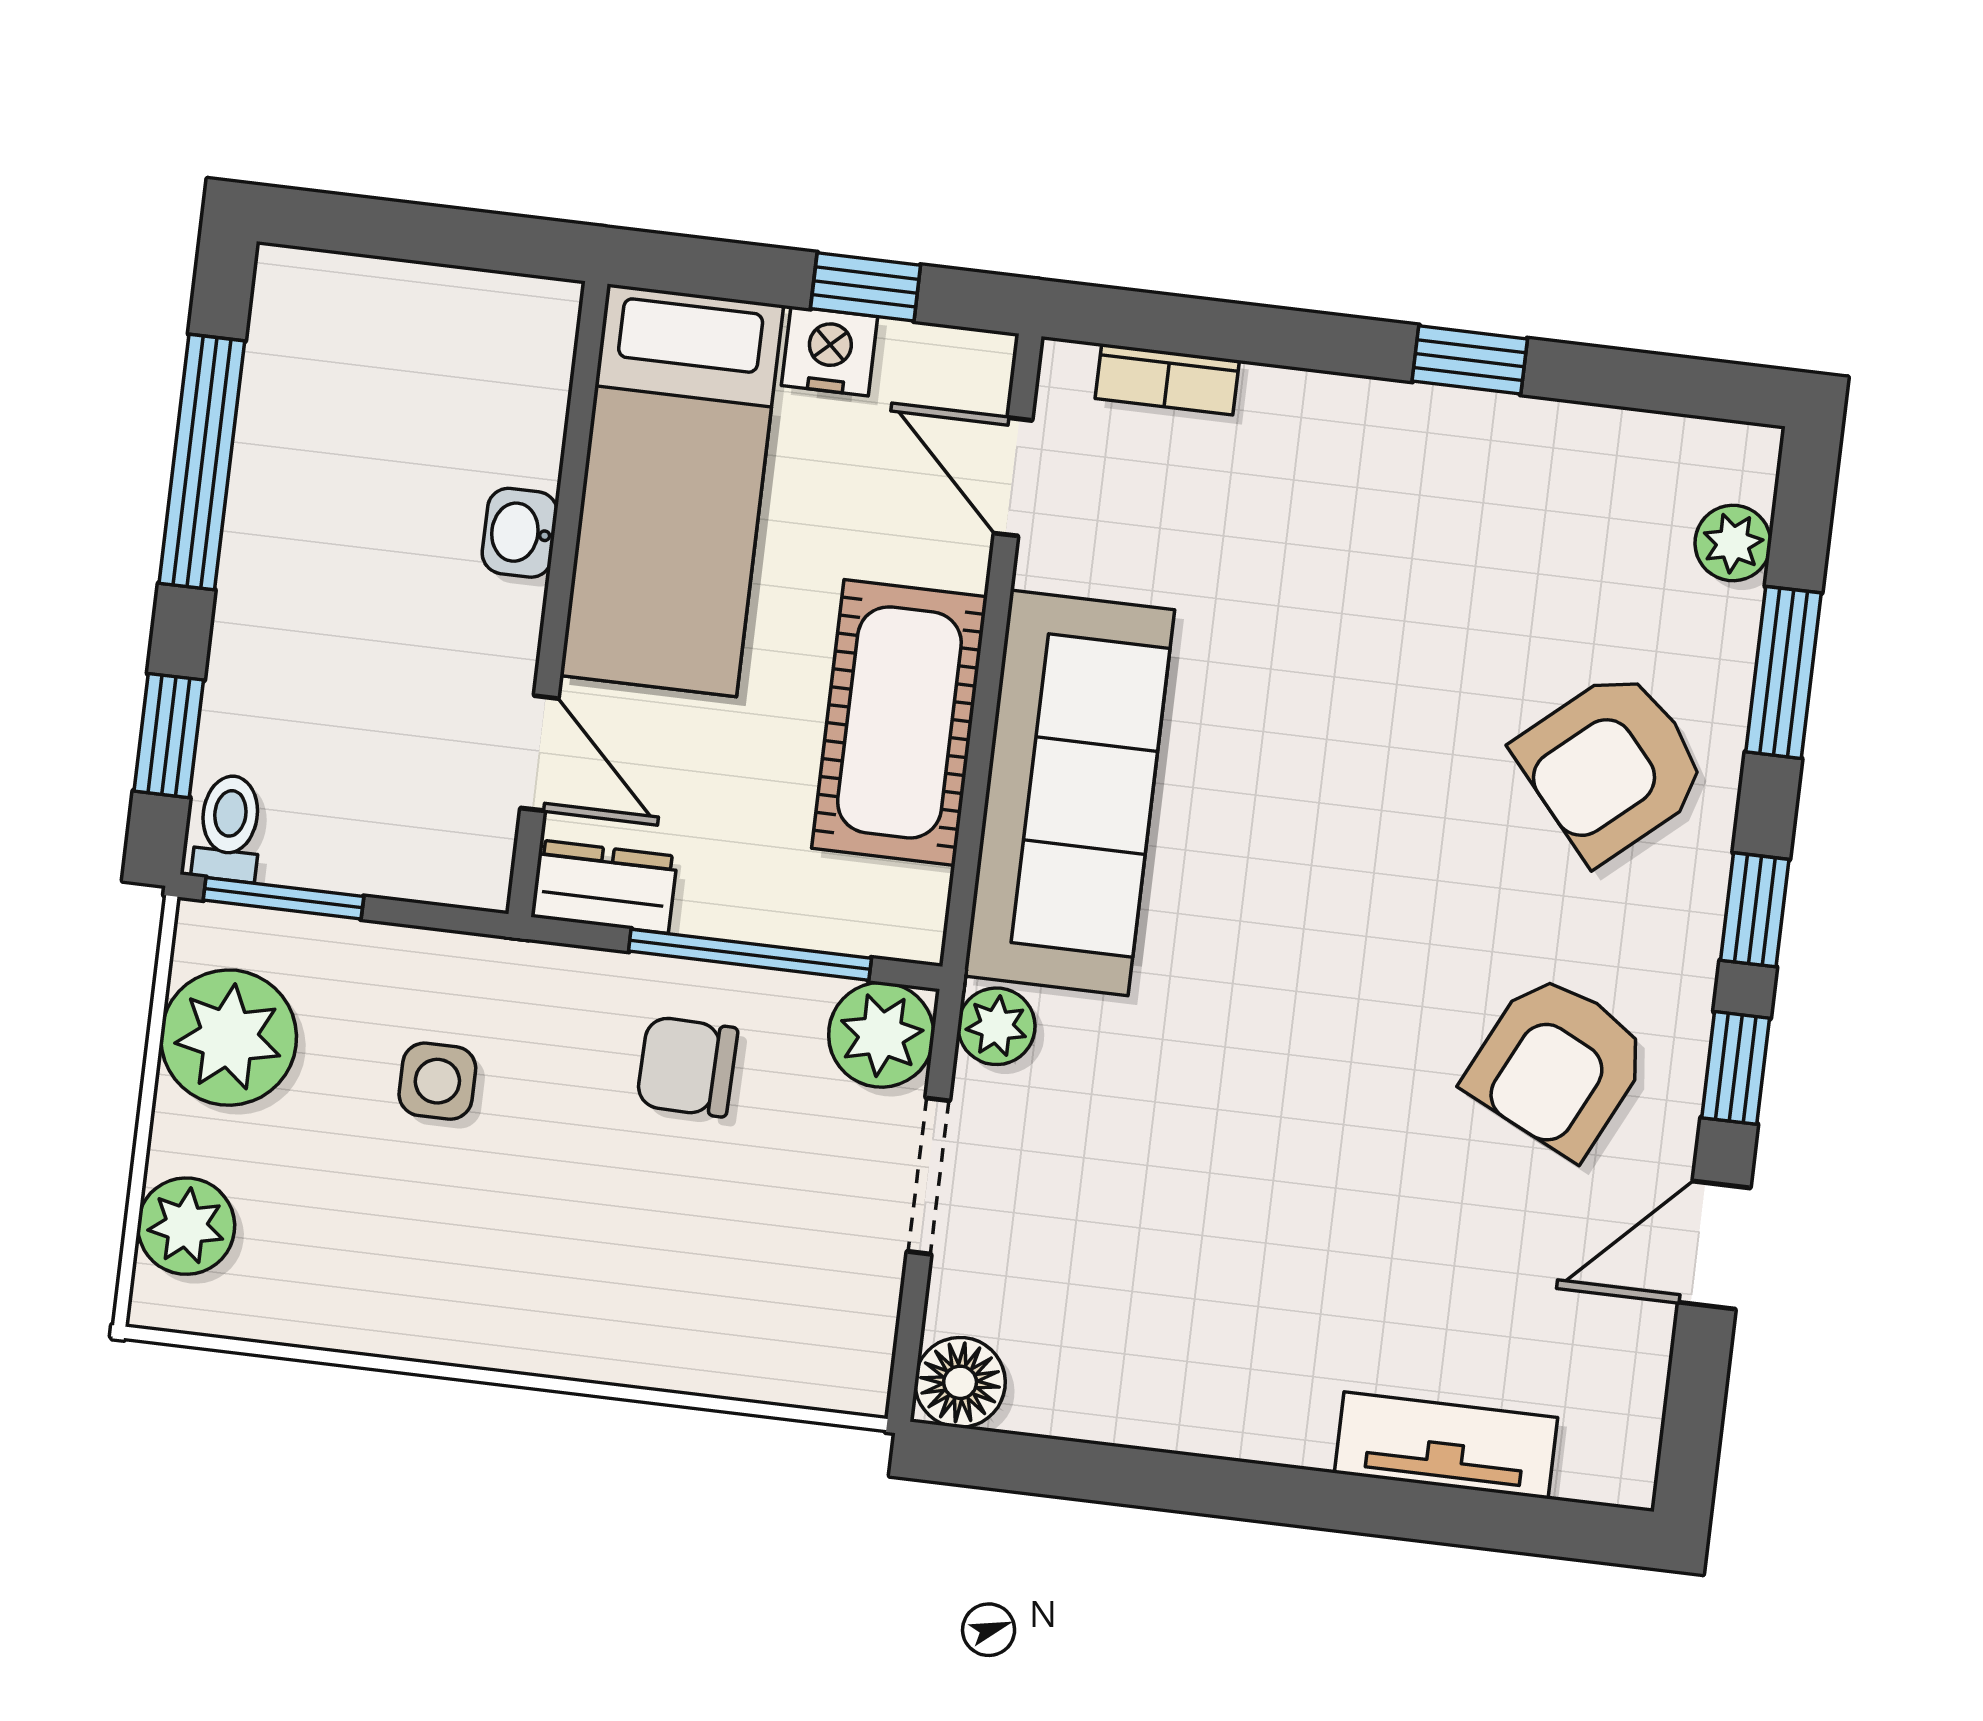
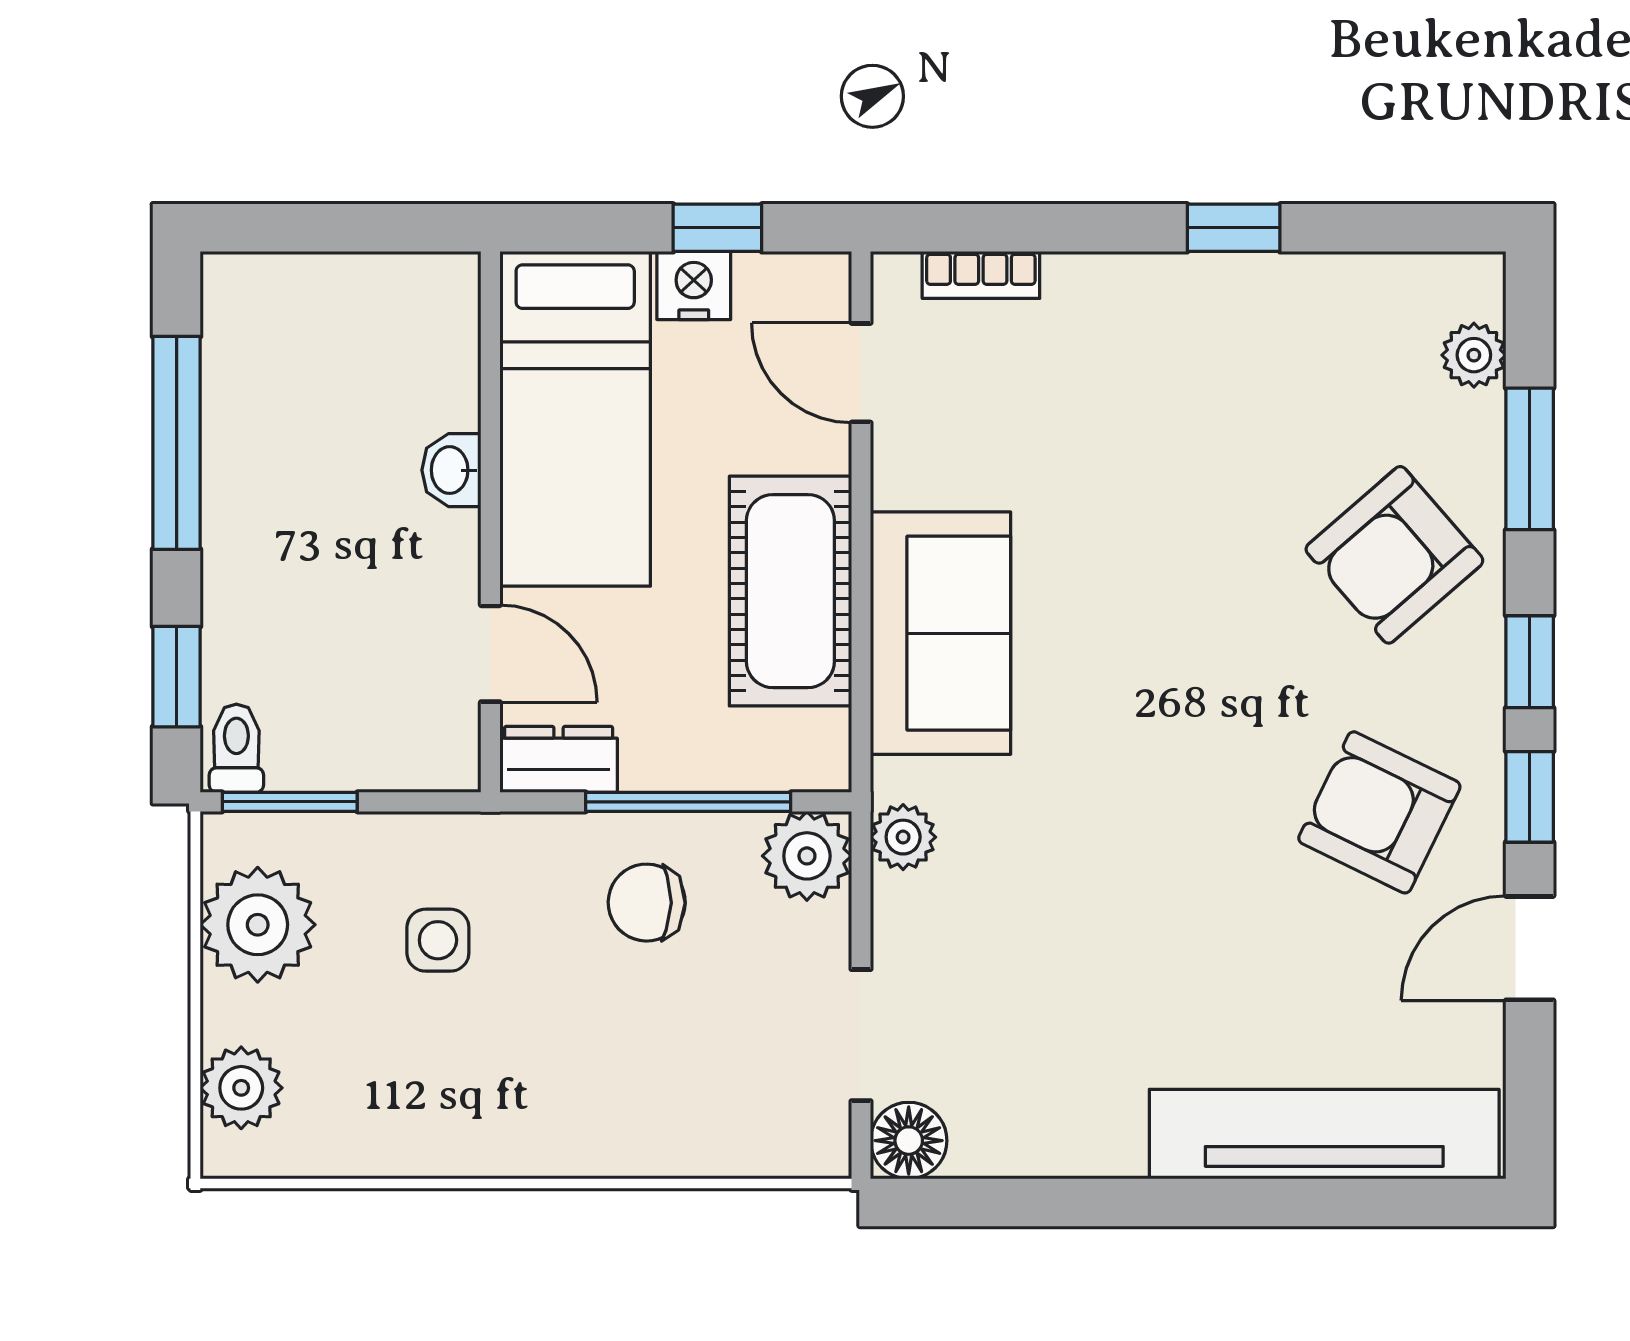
sofa: (1069, 793) -> (941, 633), width x0.73
armchair: (1558, 1065) -> (1379, 812), turned 90
doorway: (928, 1176) -> (861, 1035), moved
tv unit: (1446, 1445) -> (1324, 1134), width x1.92, depth x1.29

